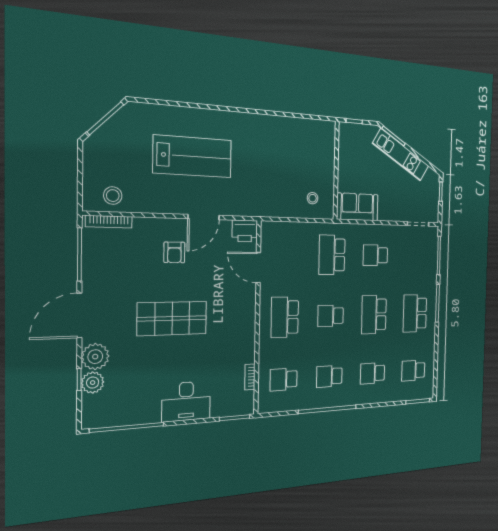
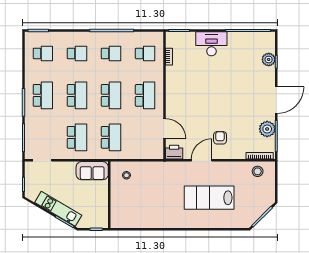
school desk: (375, 255) -> (77, 137), width x1.85
school desk: (331, 316) -> (111, 95), width x1.85
shop shelf: (172, 318) -> (221, 97), removed
plant: (95, 357) -> (267, 129), moved

